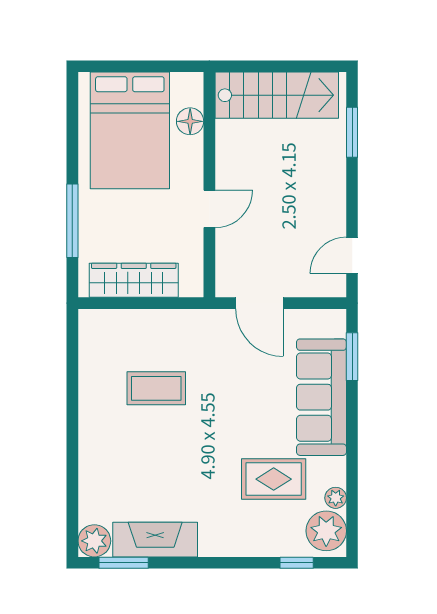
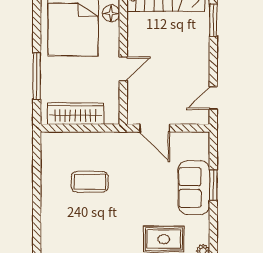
window: (352, 357) -> (213, 185), moved
sofa: (321, 397) -> (194, 187), width x0.73

